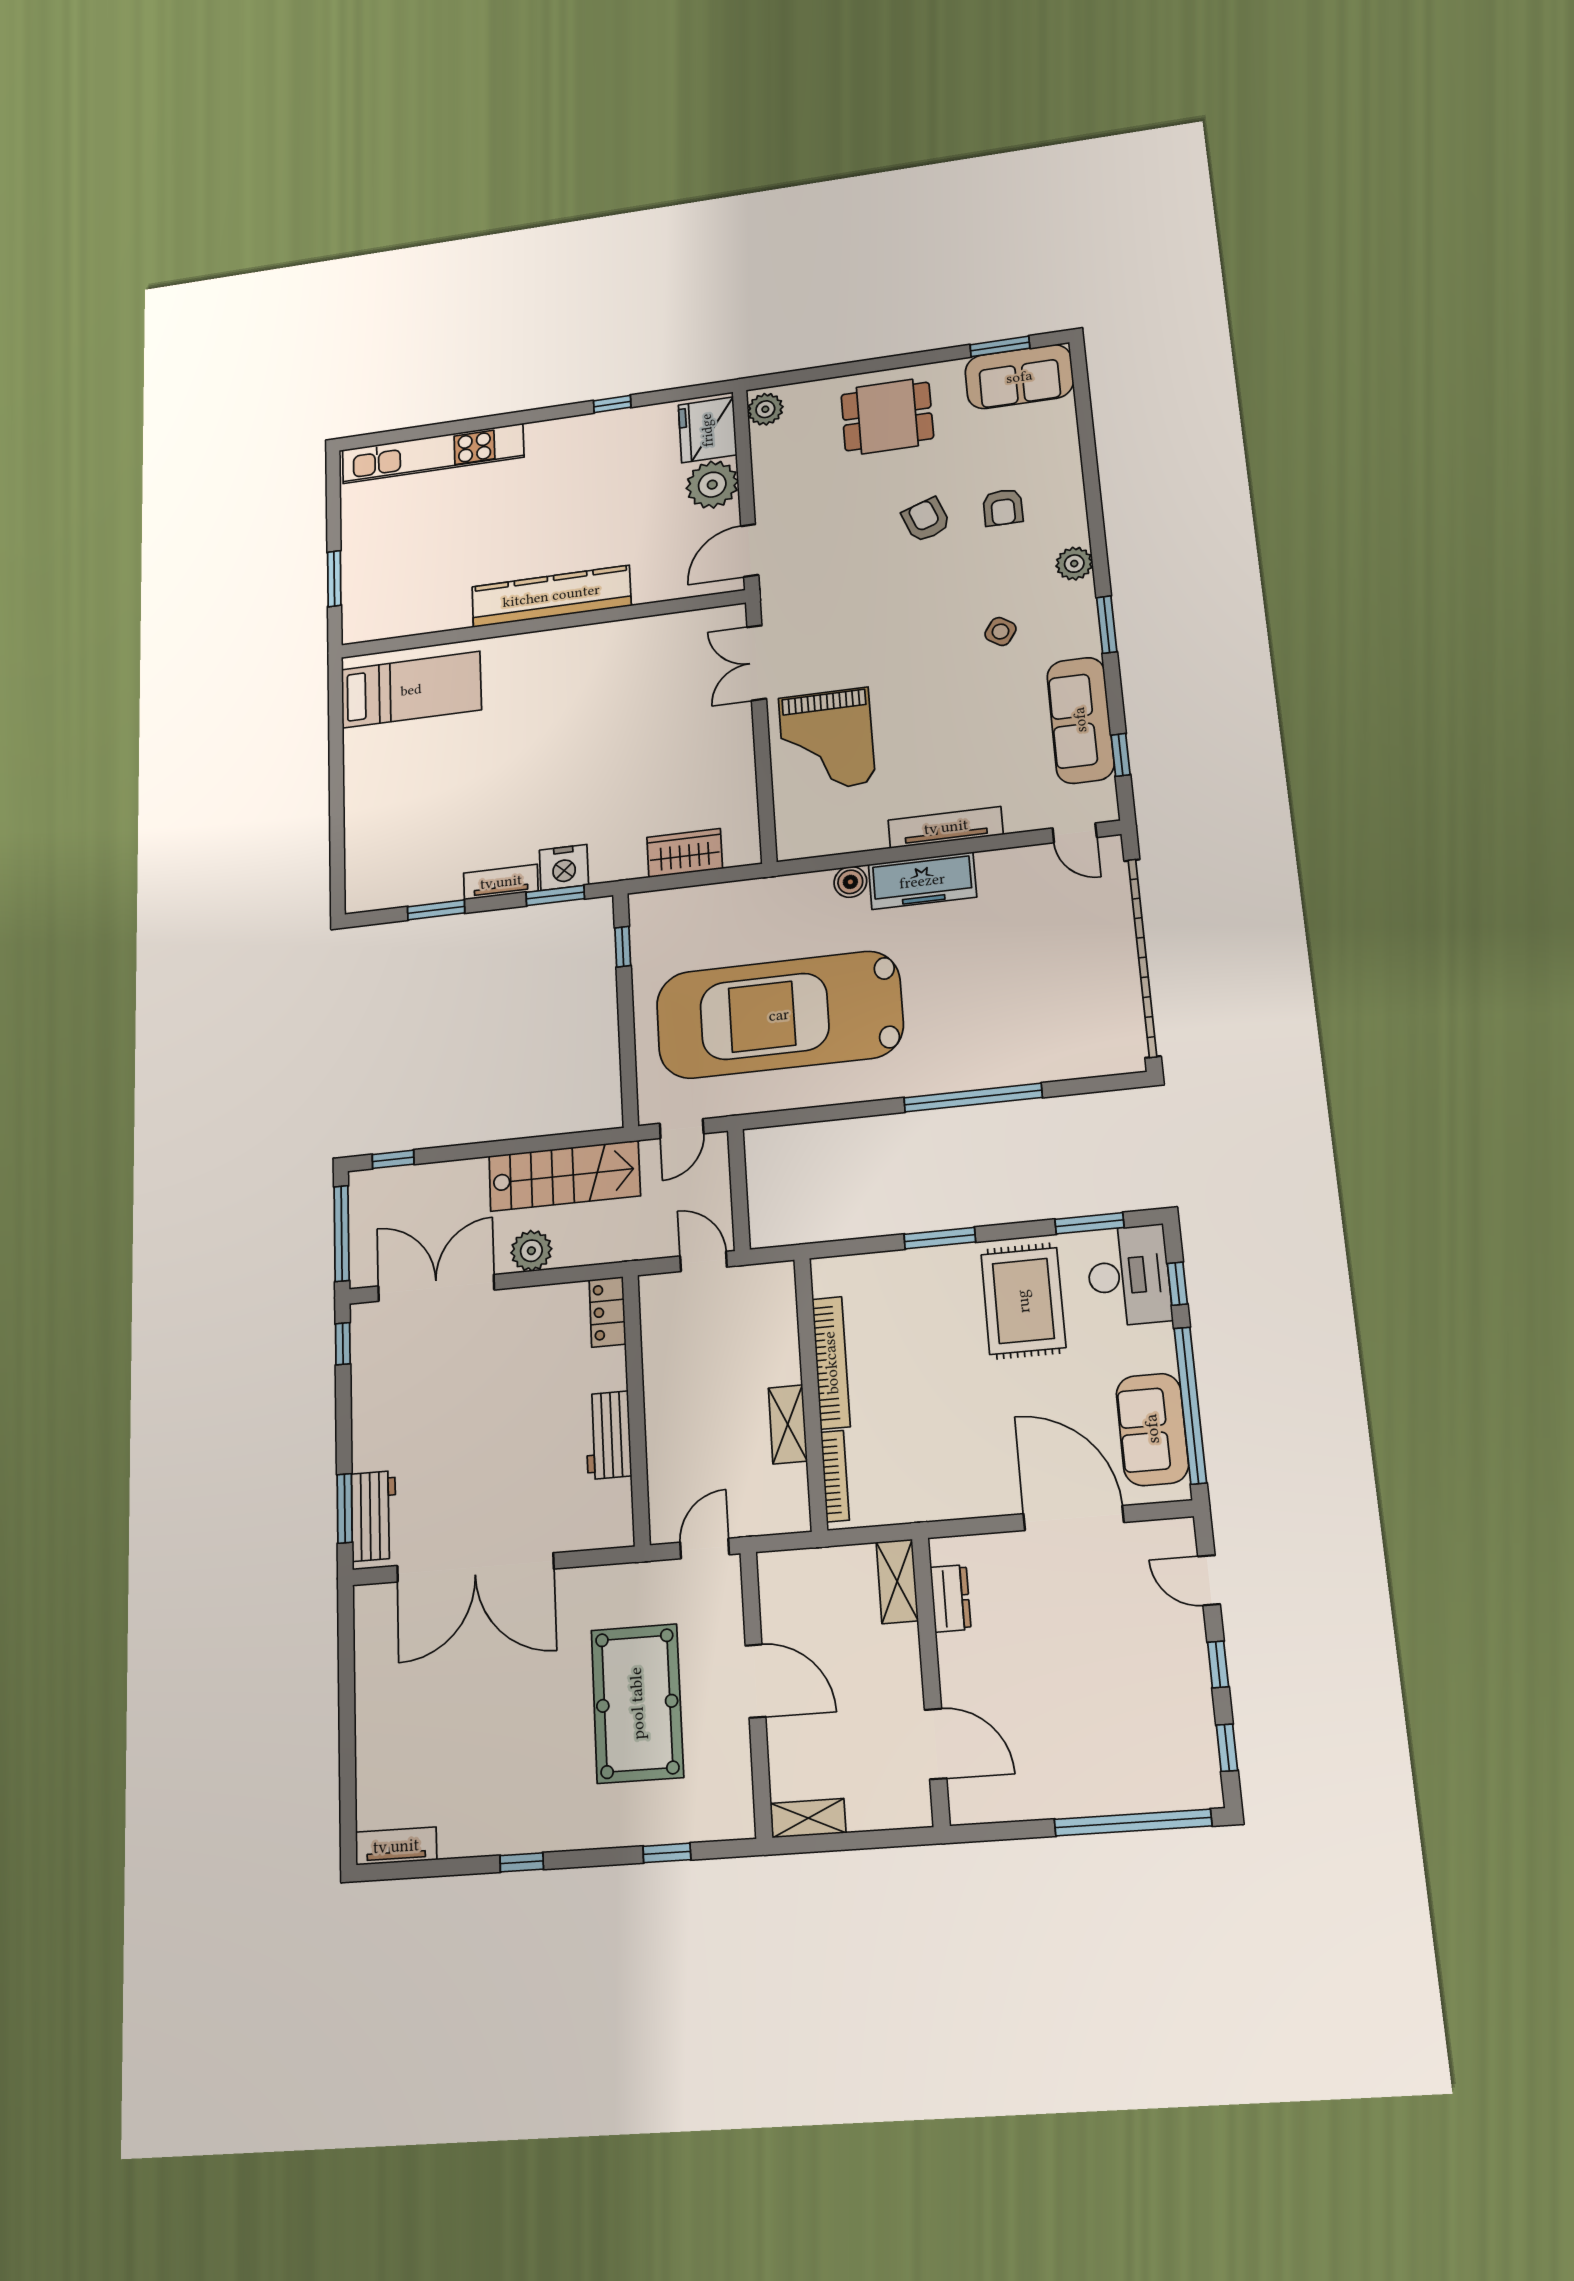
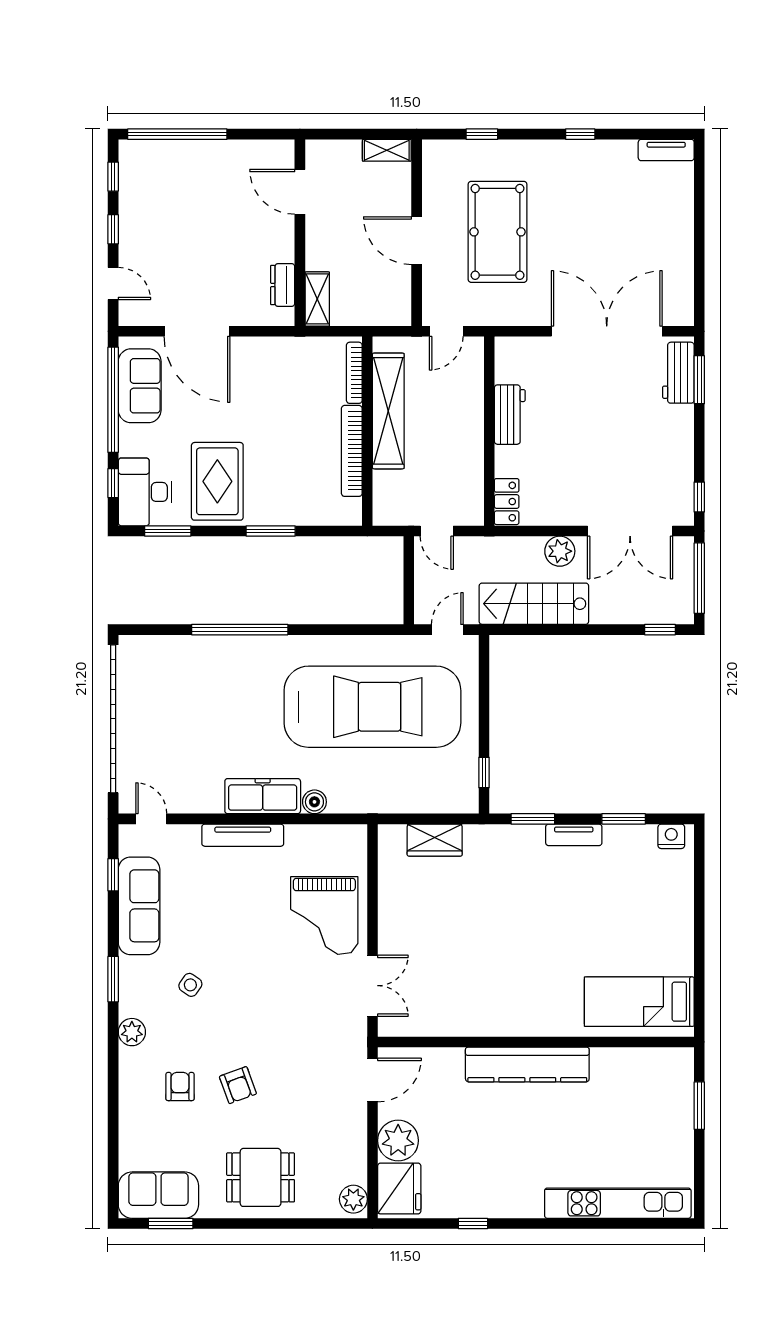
grand piano: (827, 740) -> (324, 915), turned 180
nightstand: (564, 867) -> (671, 836), moved, width x0.74, depth x0.75
shelving: (788, 1424) -> (388, 411), width x2.20, depth x1.33

